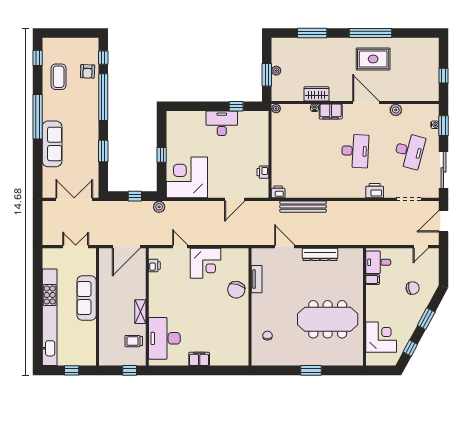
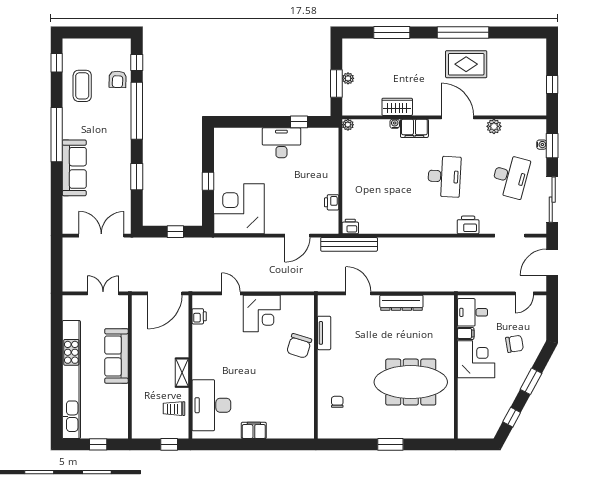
plant: (159, 207) -> (205, 245), removed
bench: (303, 207) -> (349, 244), moved
corner desk: (381, 337) -> (476, 359), moved

